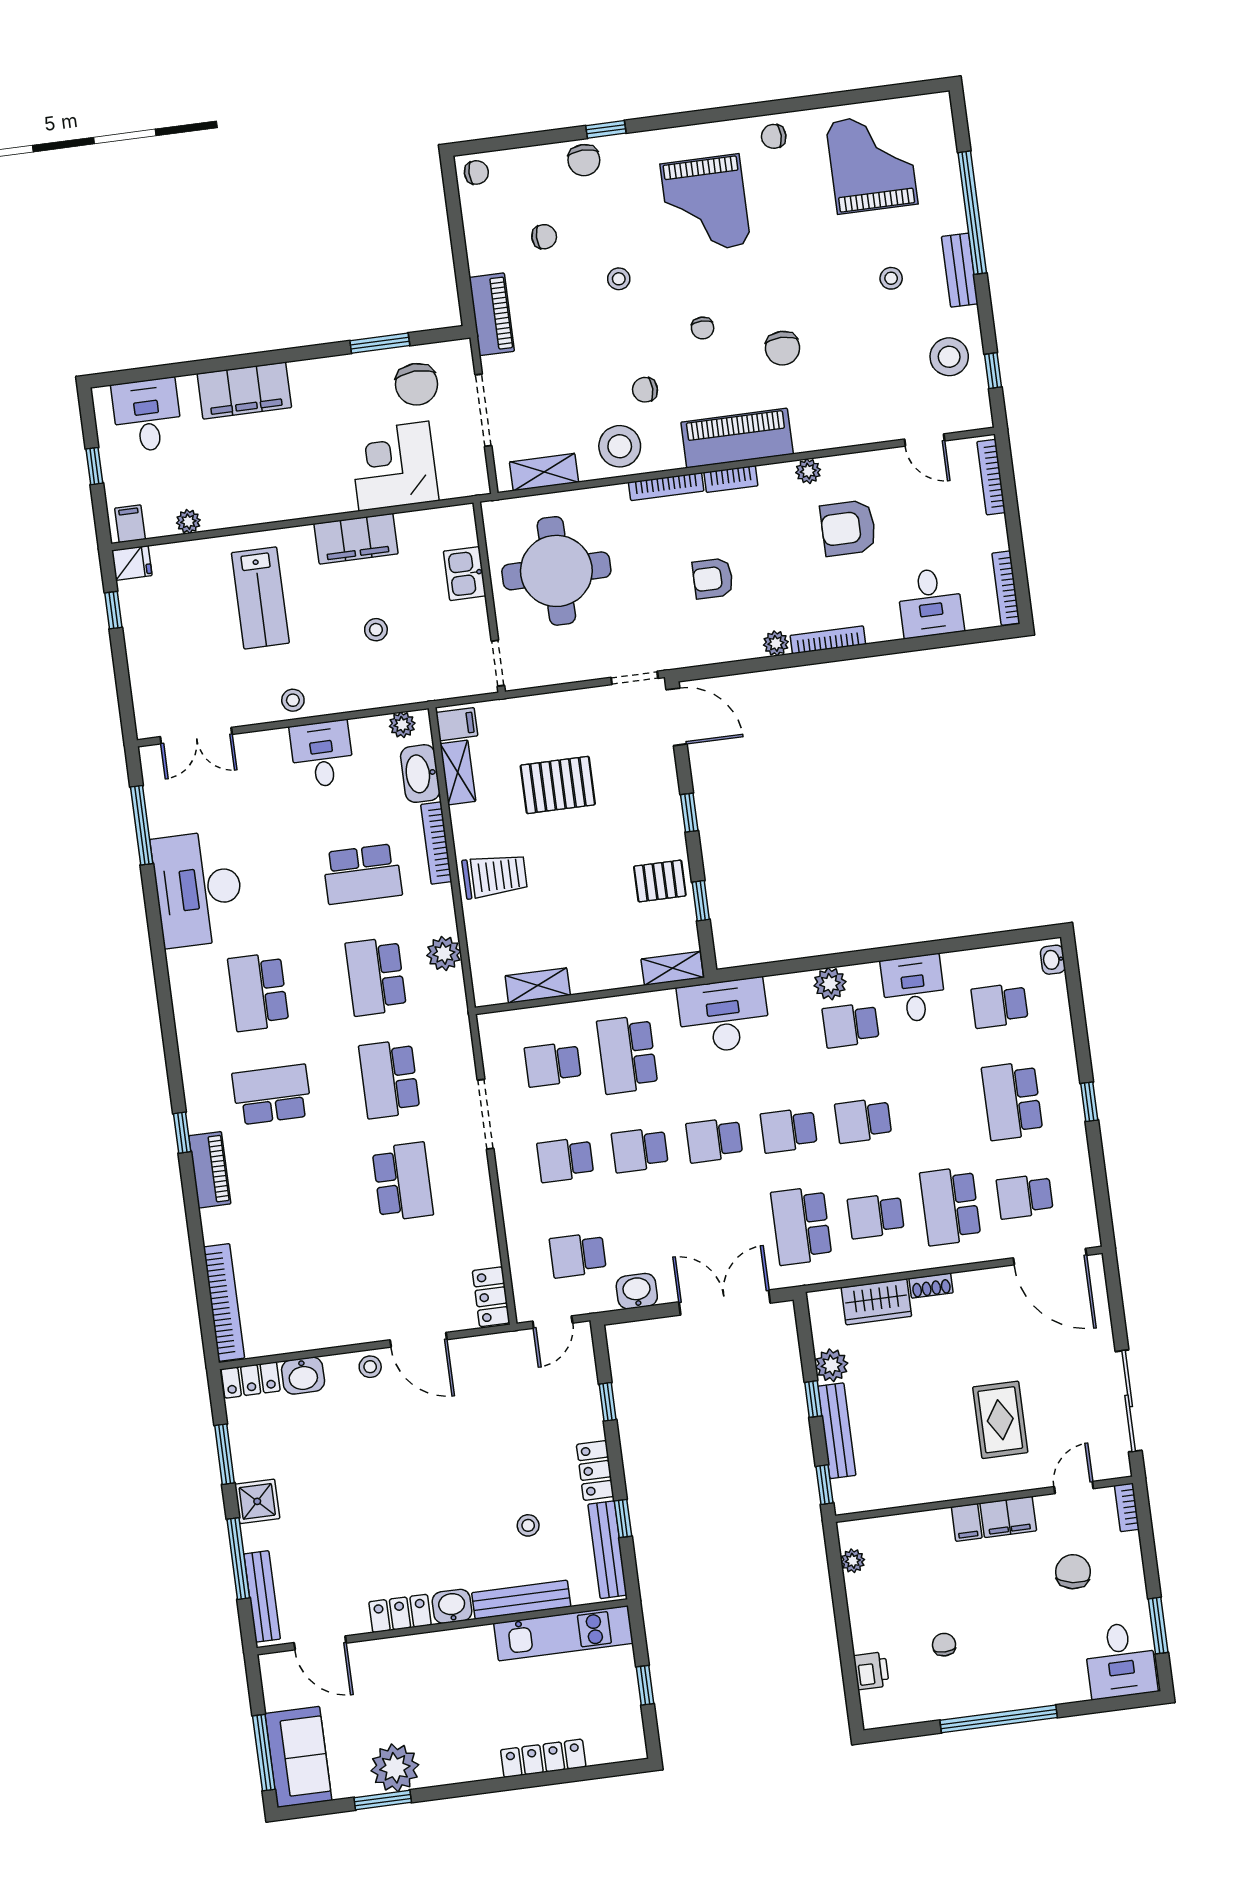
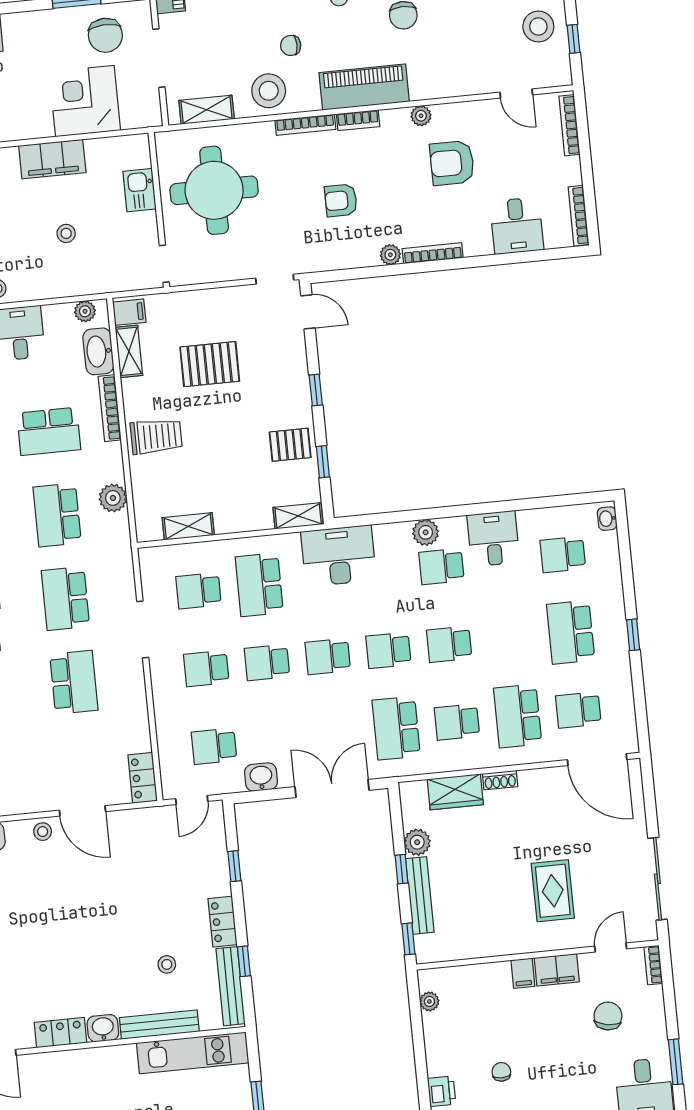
door: (677, 717) -> (308, 312), width x0.73

